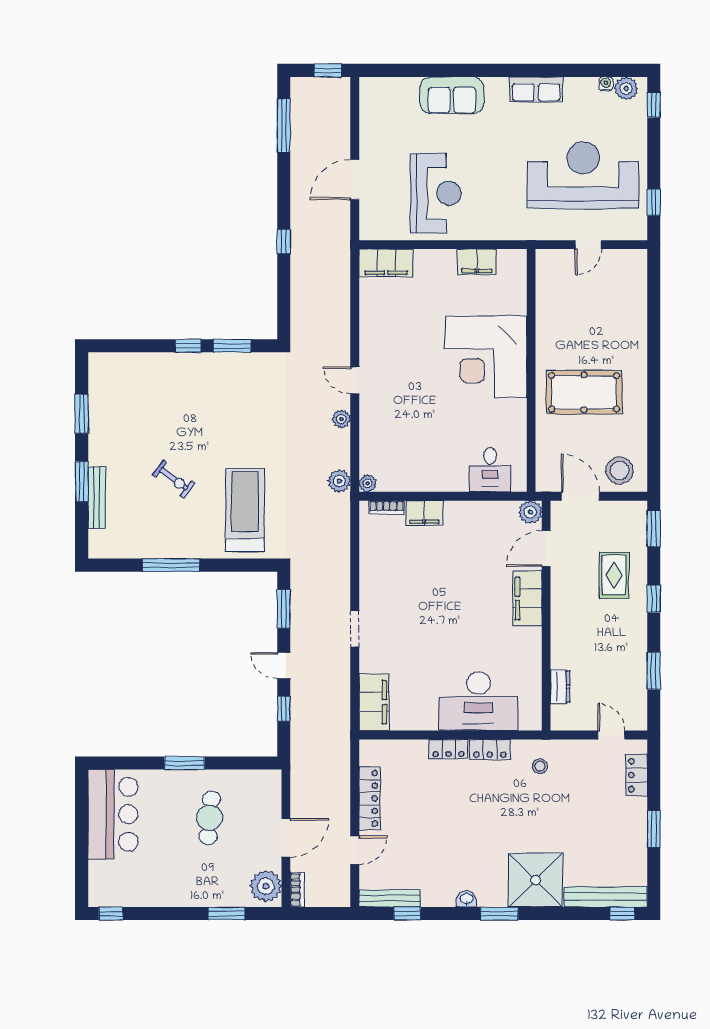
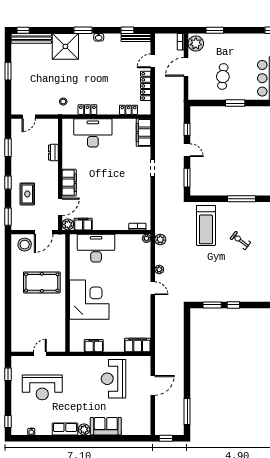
plant: (626, 88) -> (84, 429), moved
reception desk: (583, 175) -> (42, 387), width x0.74, depth x0.77
window: (284, 242) -> (187, 355), removed
desk: (490, 470) -> (96, 248), width x1.87, depth x1.30
door: (580, 496) -> (44, 232), hinge flipped
filing cabinet: (424, 513) -> (83, 224), moved
dresser: (560, 687) -> (53, 153), moved
door: (611, 735) -> (29, 117), hinge flipped
locker: (448, 749) -> (129, 110), moved
locker: (637, 775) -> (16, 97), removed

